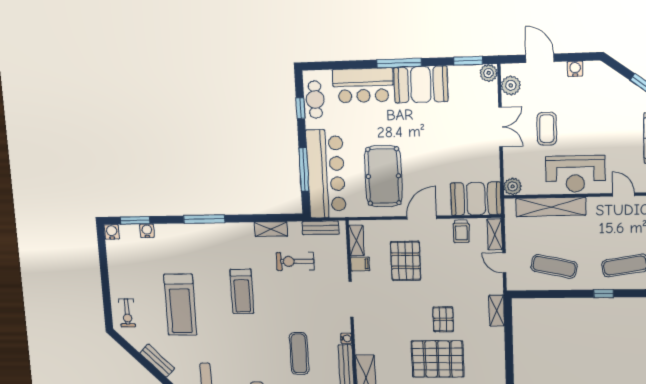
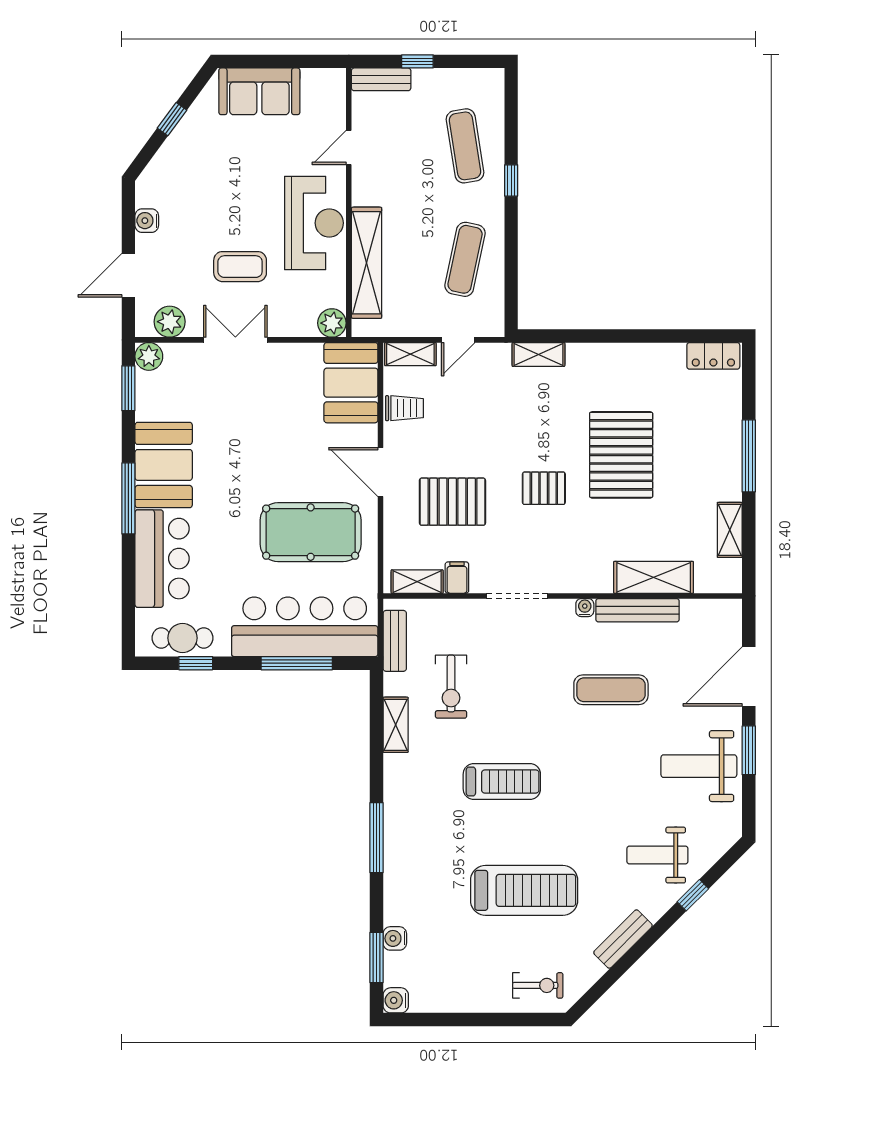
pallet: (443, 319) -> (544, 488), moved

